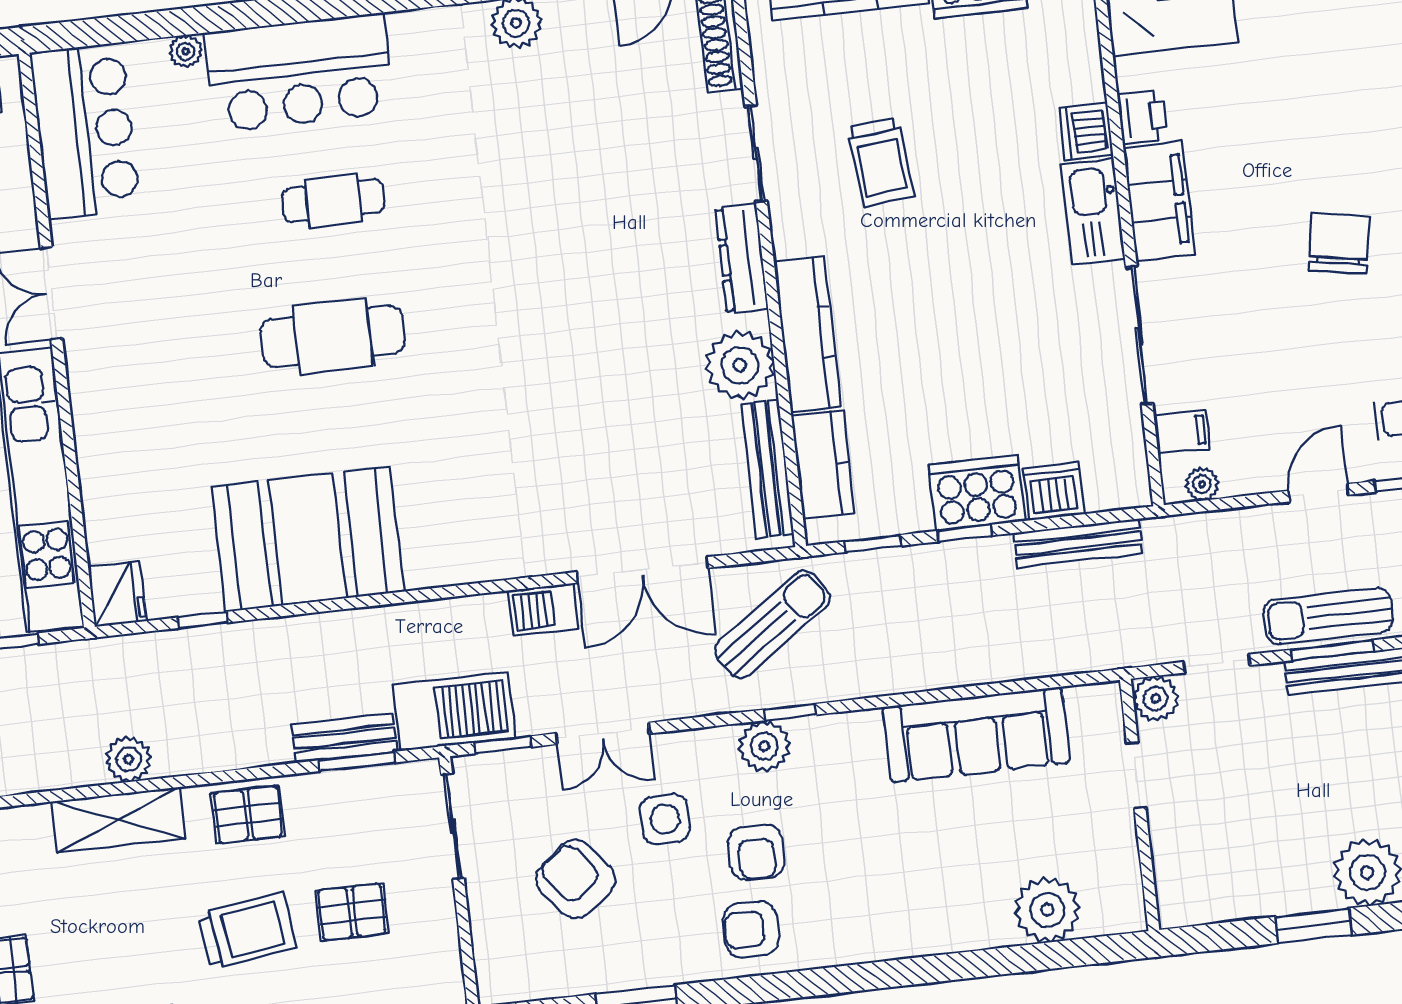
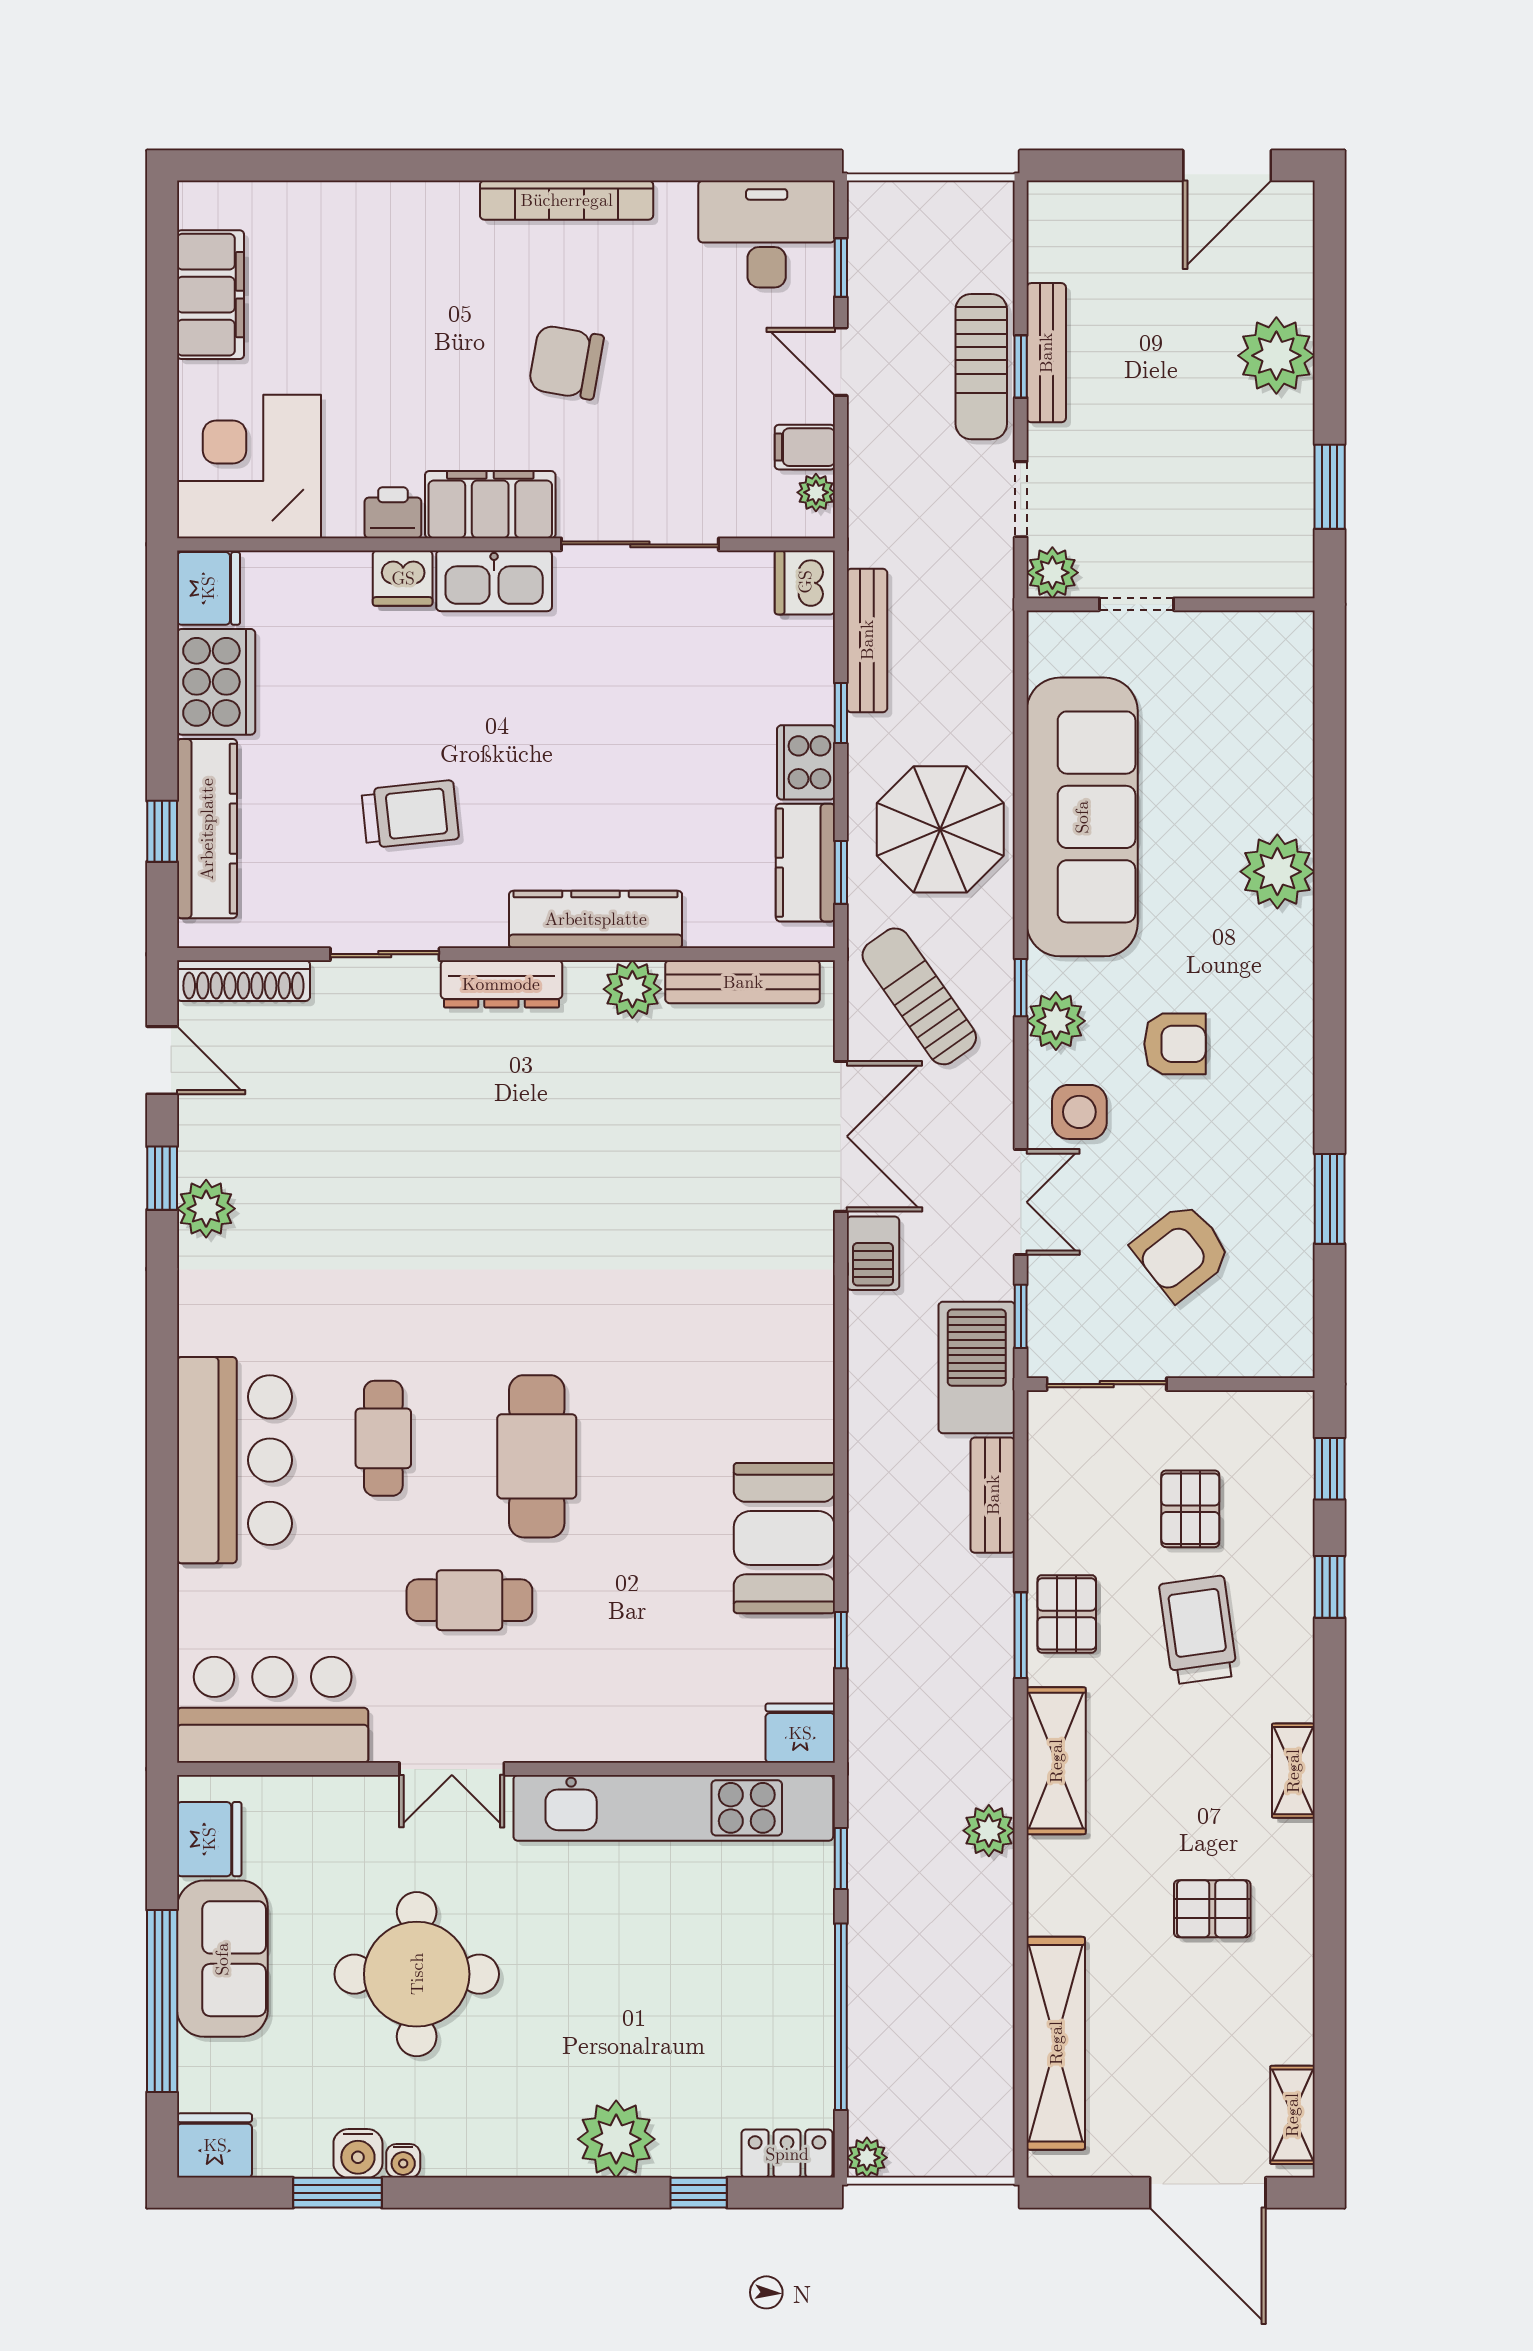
plant: (186, 51) -> (196, 1586), removed
chair: (1339, 243) -> (566, 362), moved
cafe table: (200, 292) -> (469, 1600), added
plant: (740, 365) -> (632, 989), width x0.73, depth x0.73
filing cabinet: (1182, 432) -> (805, 447), moved, turned -90
kitchen counter: (823, 465) -> (805, 863), moved, turned -90
dishwasher: (1054, 491) -> (805, 582), moved
cooker: (977, 493) -> (806, 762), width x0.73, depth x0.76
window: (965, 533) -> (841, 713), moved
booth: (308, 539) -> (784, 1538), width x0.73, depth x0.70
parasol: (920, 626) -> (940, 829), added
window: (1332, 650) -> (1021, 366), width x0.67
sofa: (976, 735) -> (1082, 817), width x1.36, depth x1.27
plant: (129, 759) -> (989, 1831), moved
window: (357, 761) -> (1021, 1635), moved
side table: (665, 819) -> (1079, 1112), moved
plant: (1047, 910) -> (1277, 872), moved
window: (1314, 926) -> (1330, 487), moved
armchair: (751, 929) -> (1261, 1060), removed

